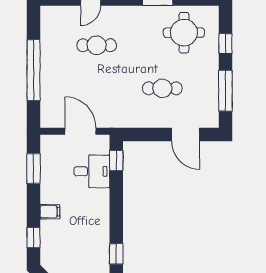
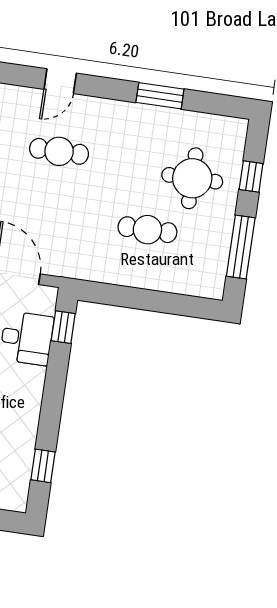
round table: (184, 33) -> (192, 178), moved
door: (185, 135) -> (172, 304), removed

